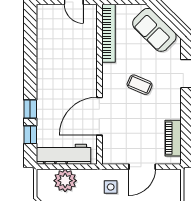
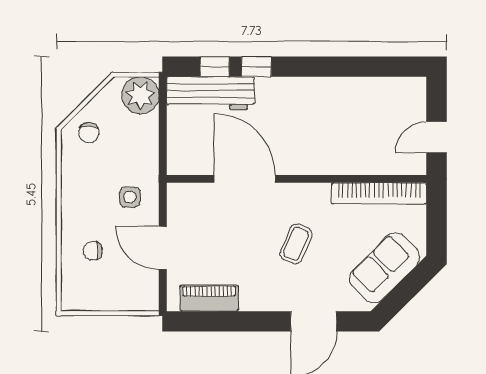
workbench: (64, 154) -> (210, 93), moved, turned 90
plant: (65, 181) -> (140, 95), moved

